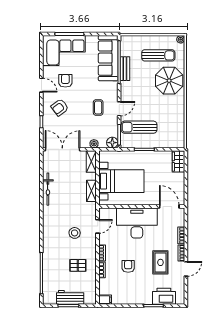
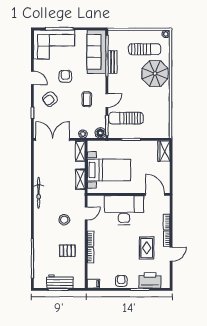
armchair: (65, 81) -> (65, 76), moved
bicycle: (48, 189) -> (39, 193), moved
armchair: (128, 266) -> (121, 281), moved

